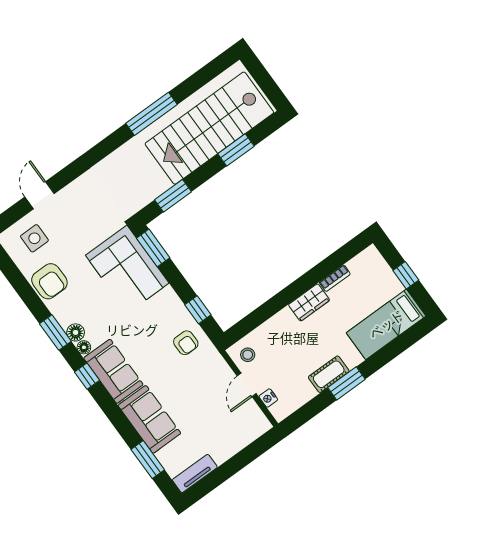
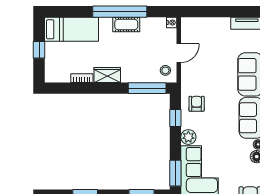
plant: (168, 299) -> (188, 137), added
window: (254, 320) -> (147, 88), added
window: (346, 383) -> (120, 12), width x2.11
nightstand: (268, 398) -> (172, 22), moved

